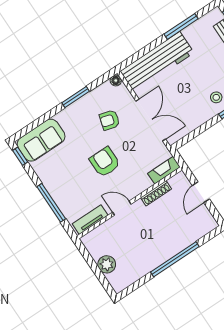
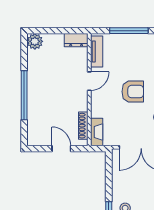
shoe rack: (156, 193) -> (83, 126), moved
dresser: (92, 245) -> (76, 40), added
plant: (107, 264) -> (35, 41), moved

